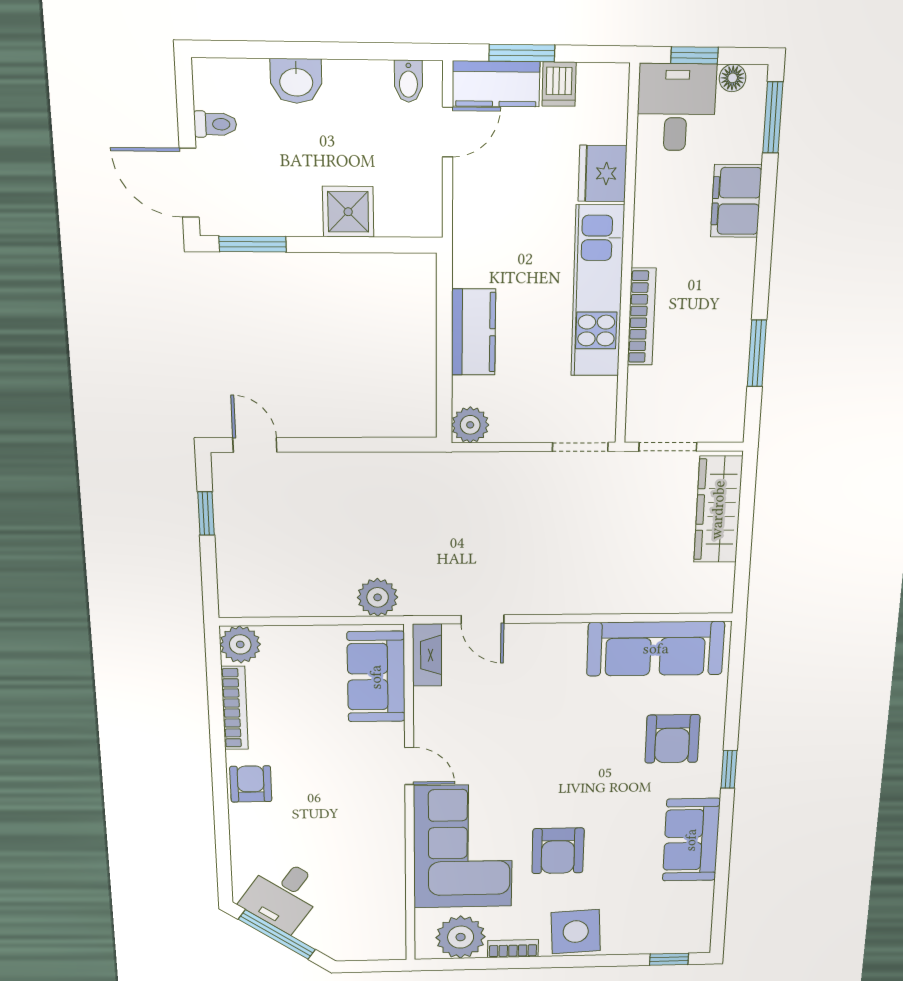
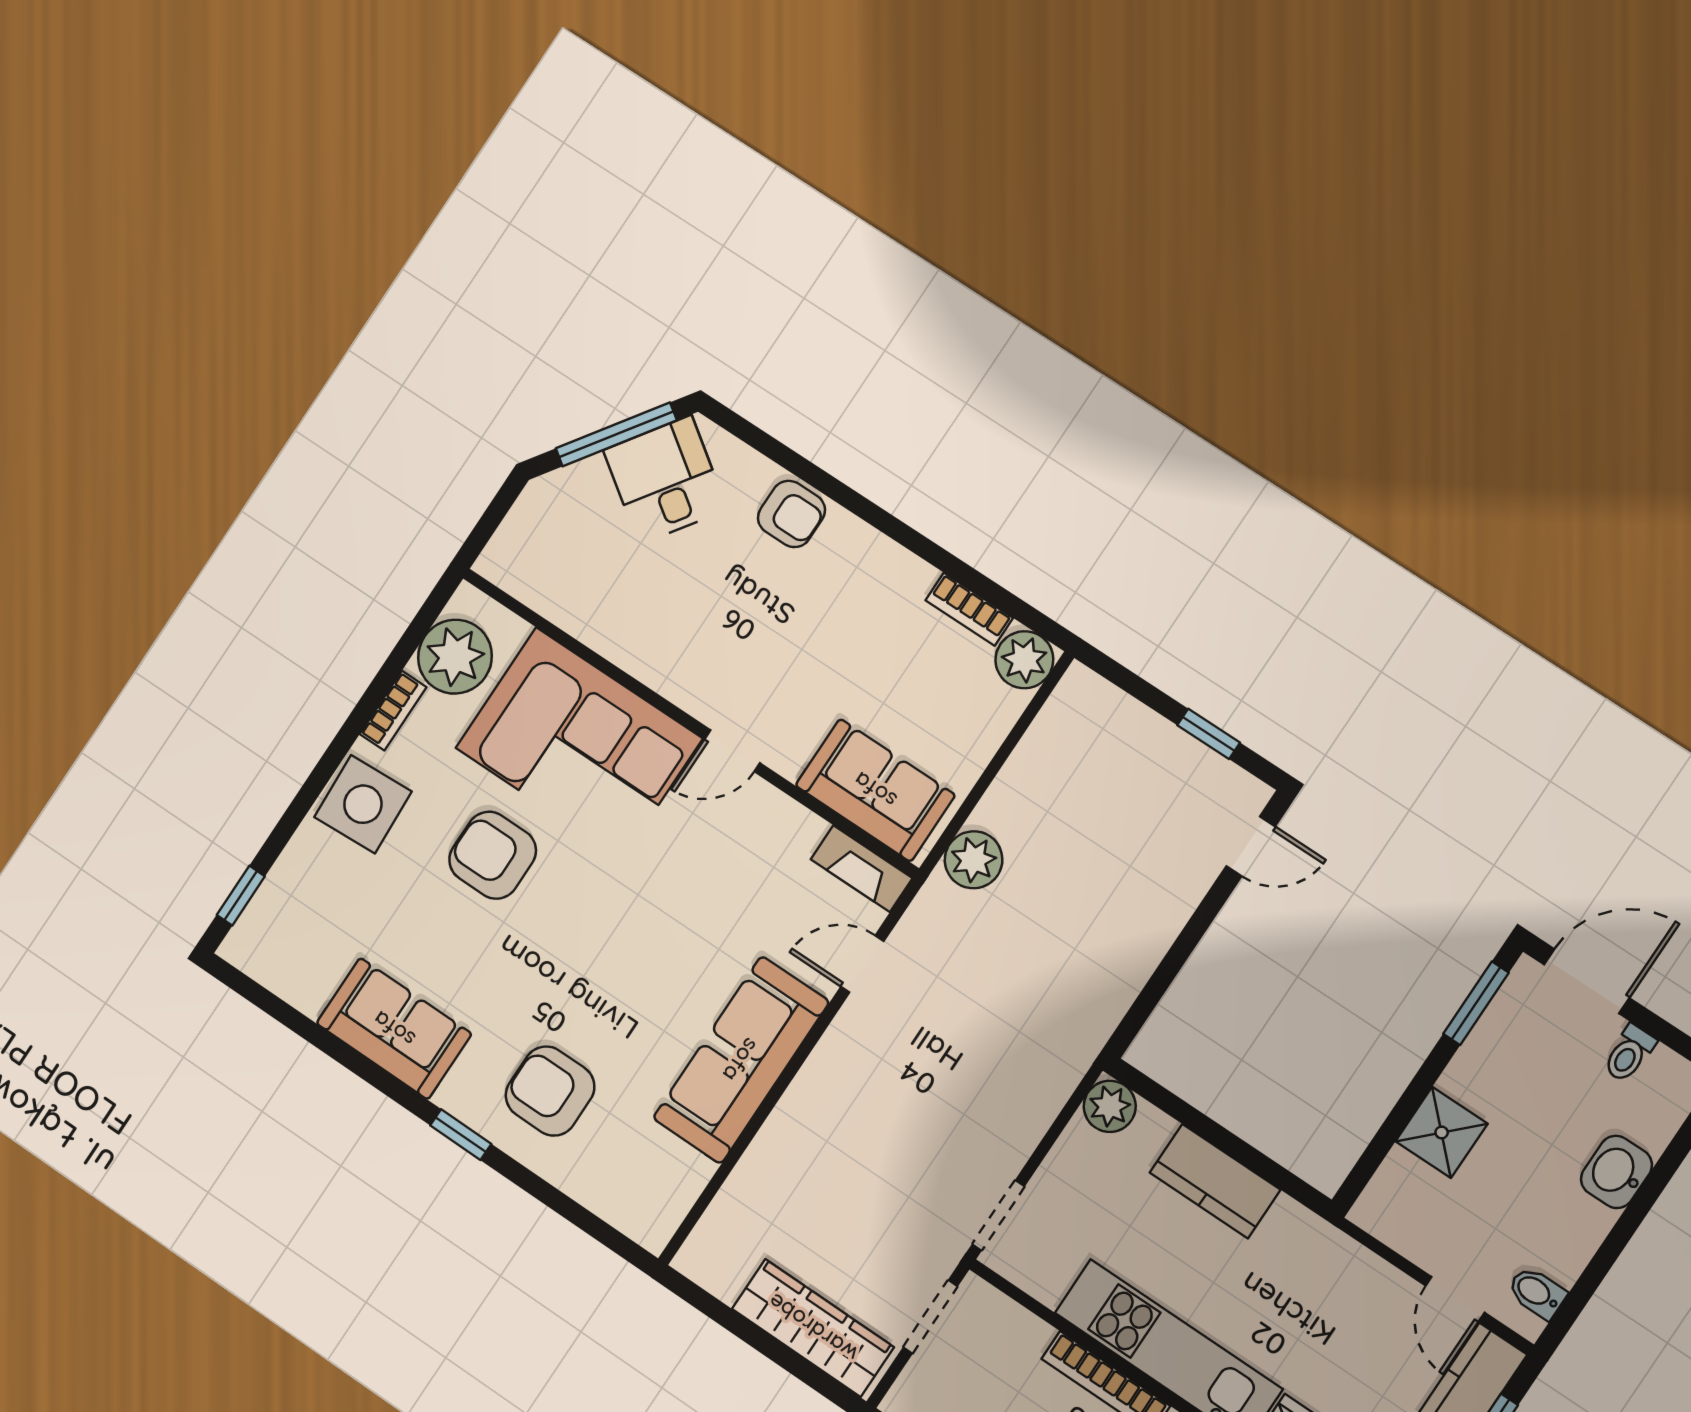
sofa: (656, 649) -> (741, 1060), moved
bookcase: (235, 708) -> (969, 609), width x0.64
armchair: (251, 784) -> (791, 514), moved

